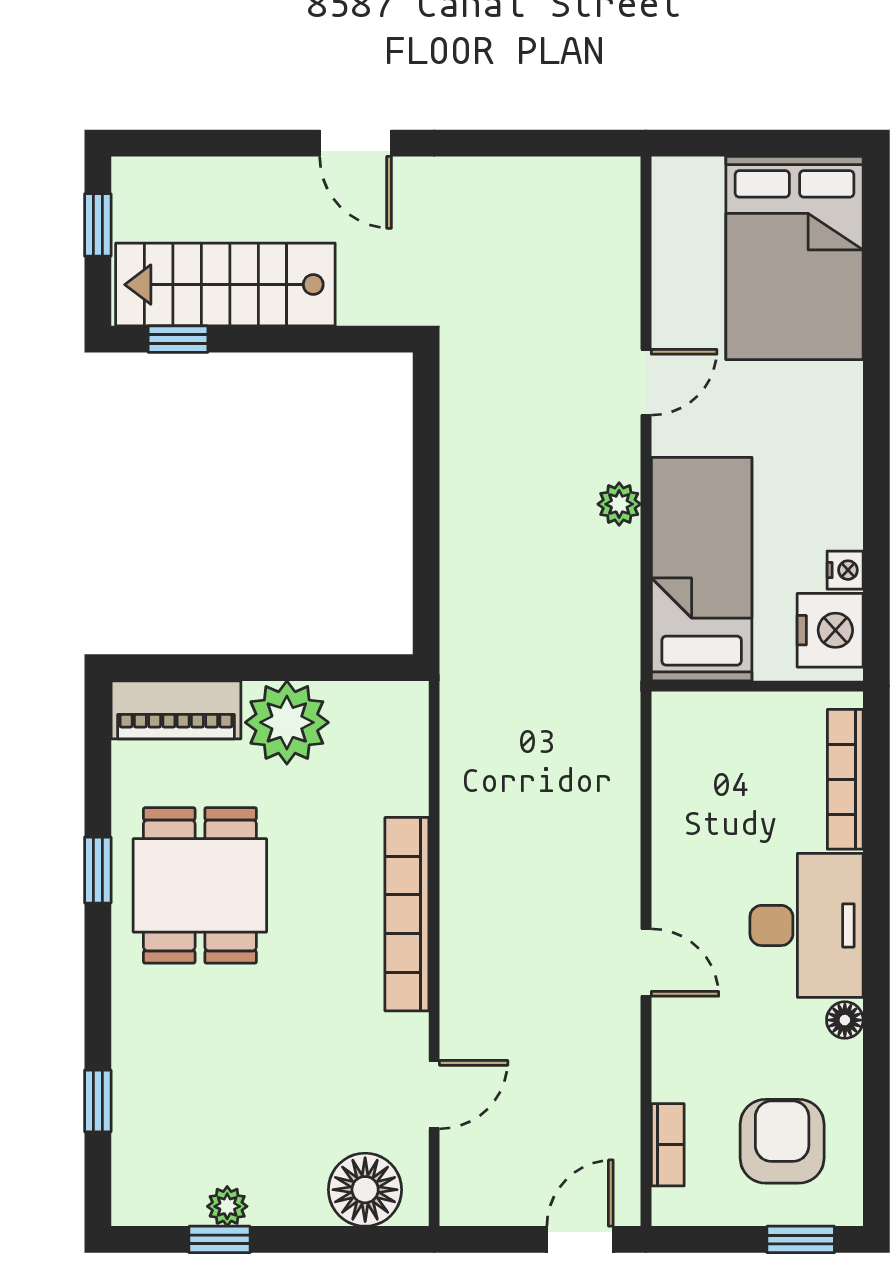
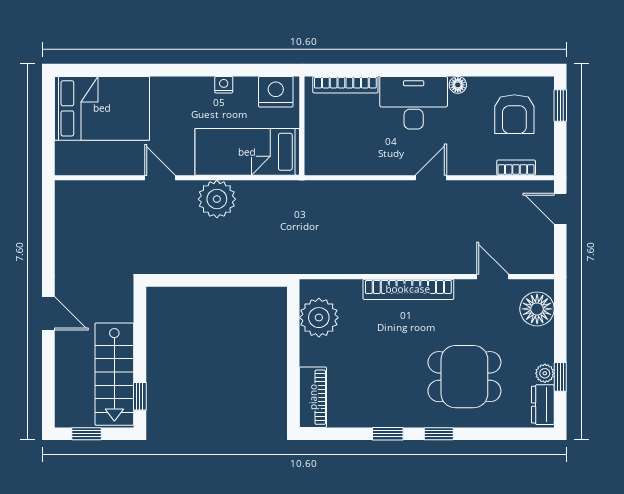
door: (356, 143) -> (48, 313), hinge flipped
plant: (619, 504) -> (217, 199), width x1.88, depth x1.88
nightstand: (845, 570) -> (224, 85), moved
plant: (287, 722) -> (319, 318), moved
dining table: (200, 885) -> (464, 377), moved
window: (98, 1101) -> (439, 434), moved
armchair: (782, 1141) -> (514, 114), turned -90
dresser: (160, 1202) -> (543, 405), added

